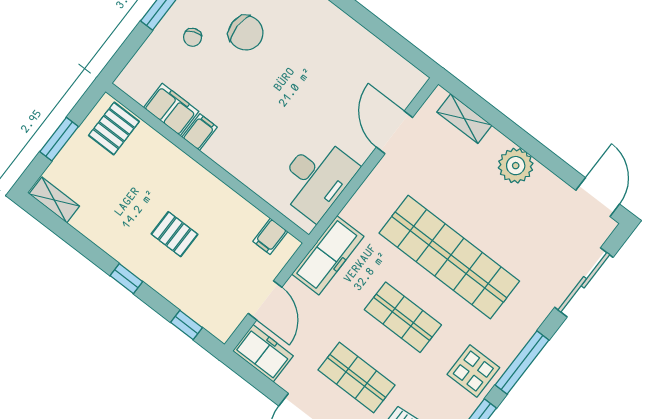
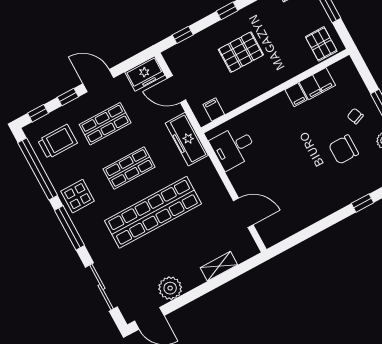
shelving: (464, 119) -> (219, 266), moved
plant: (516, 166) -> (170, 288), moved
desk: (316, 178) -> (233, 147), width x0.73
pallet: (175, 234) -> (241, 52), width x1.50, depth x1.42

